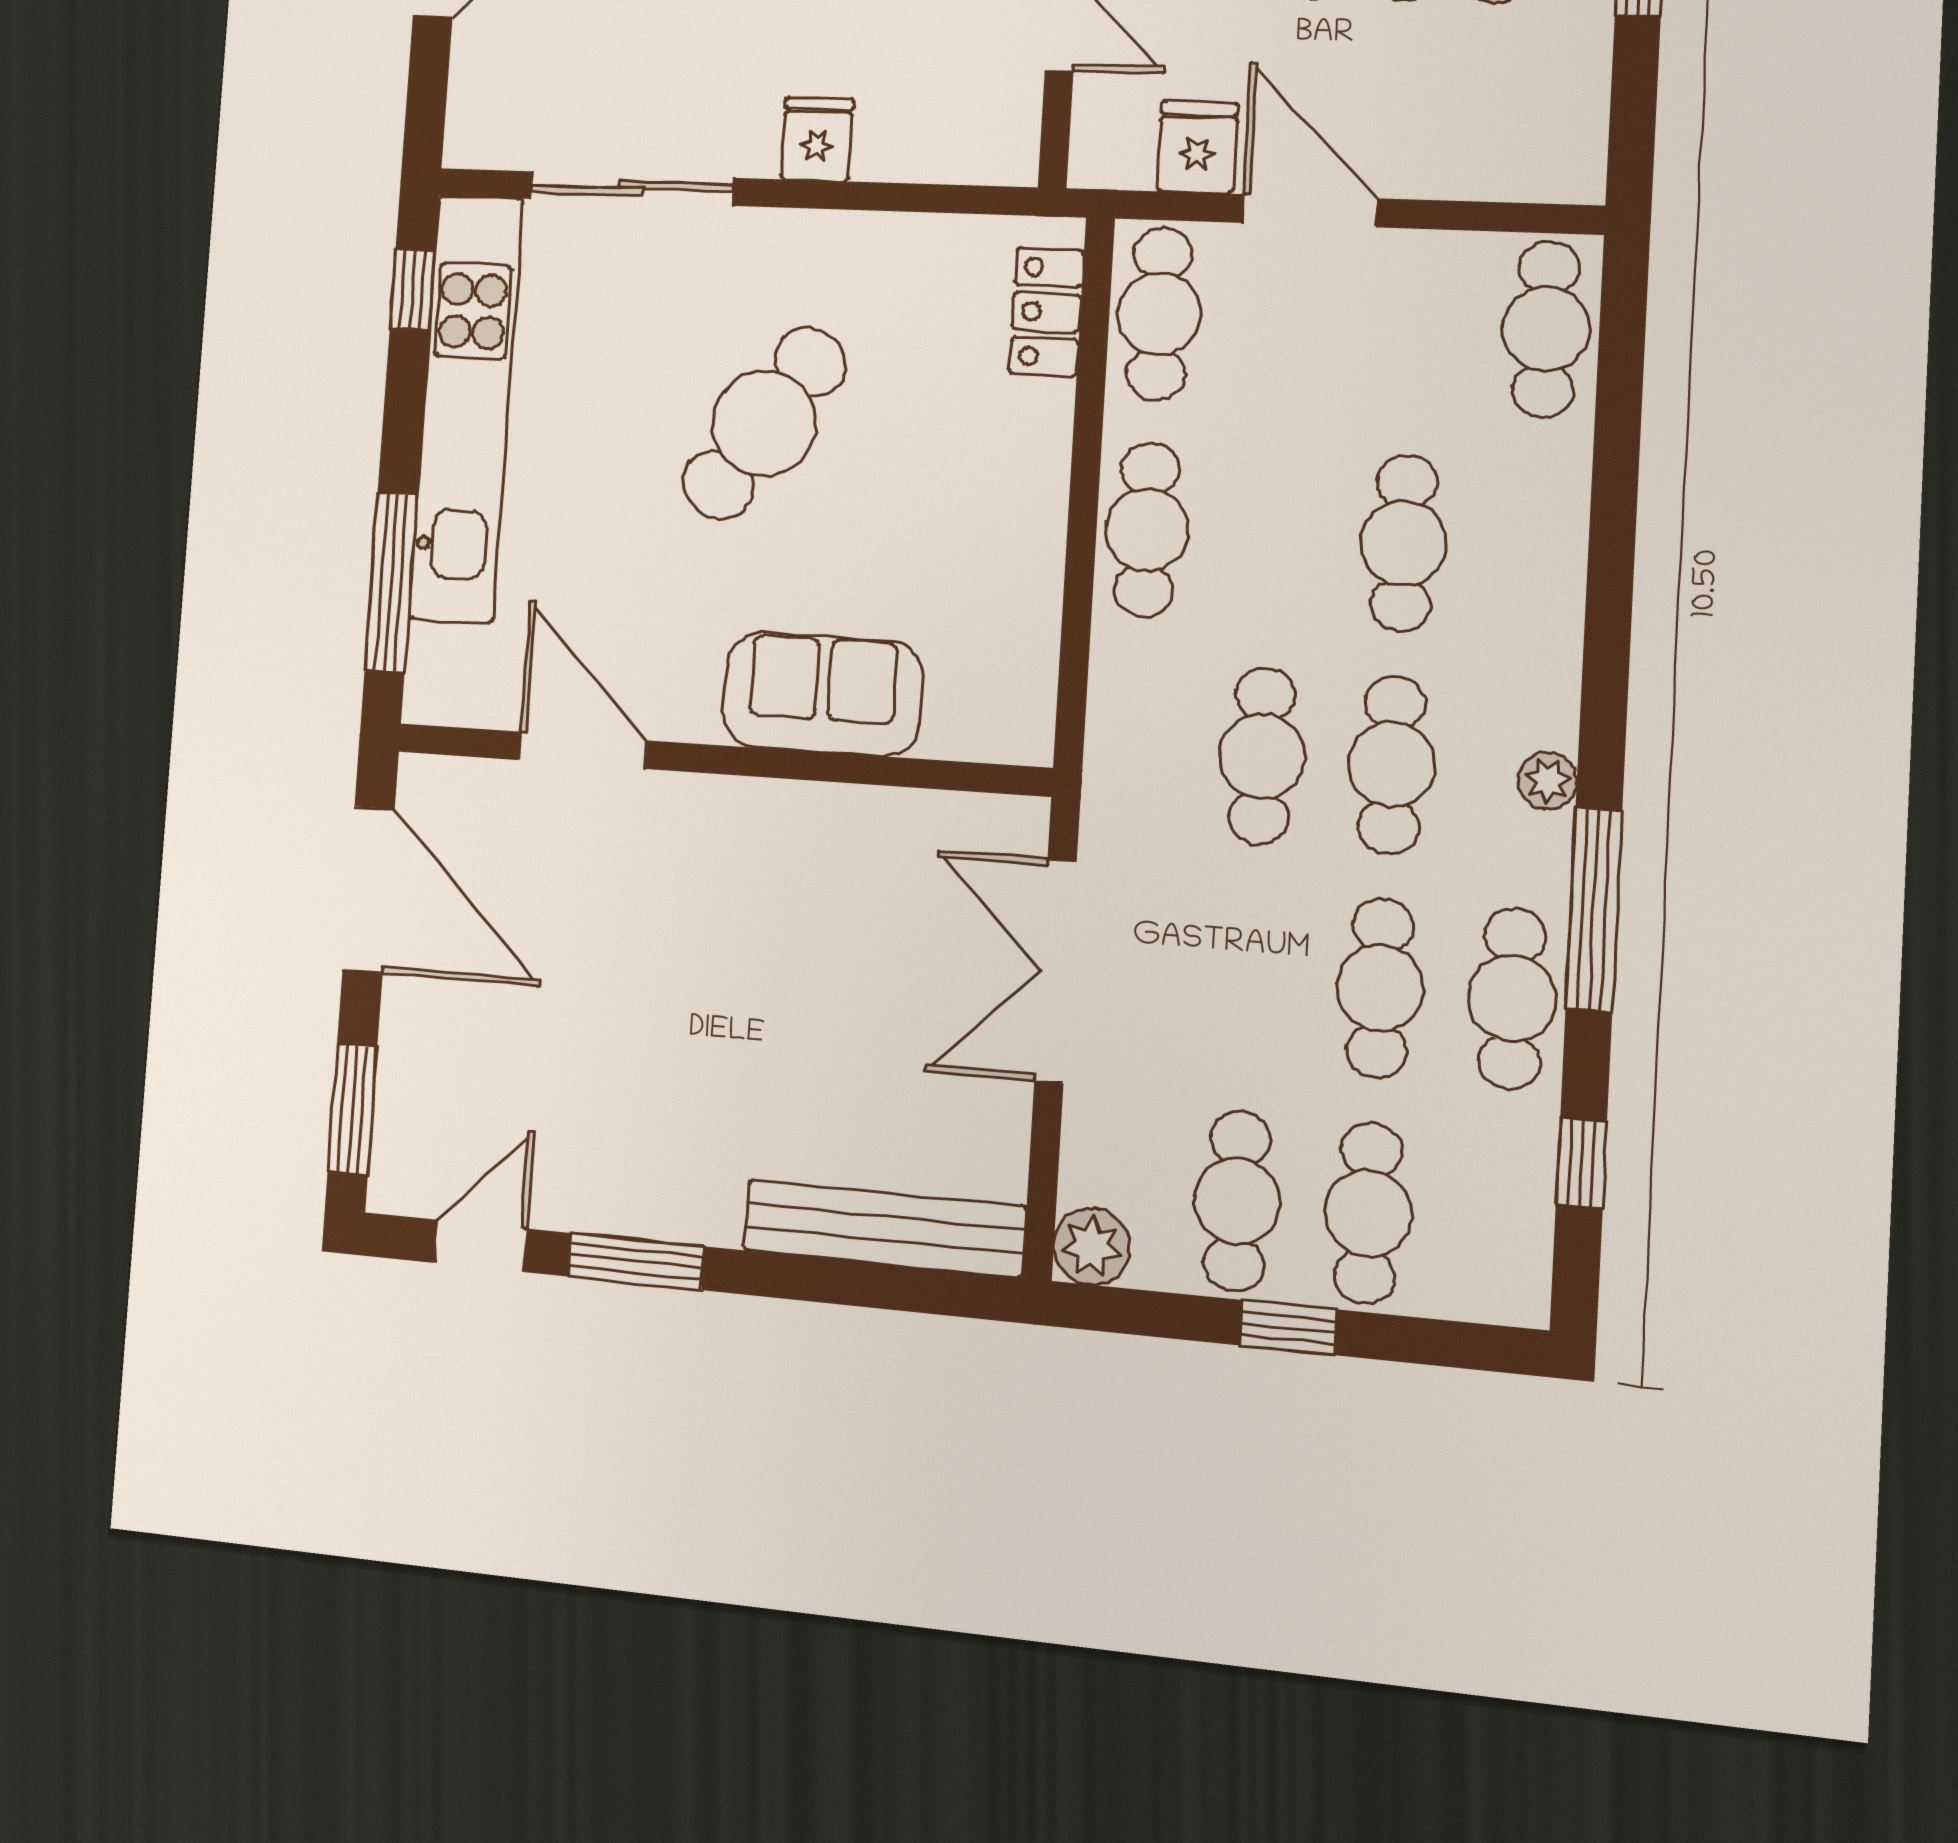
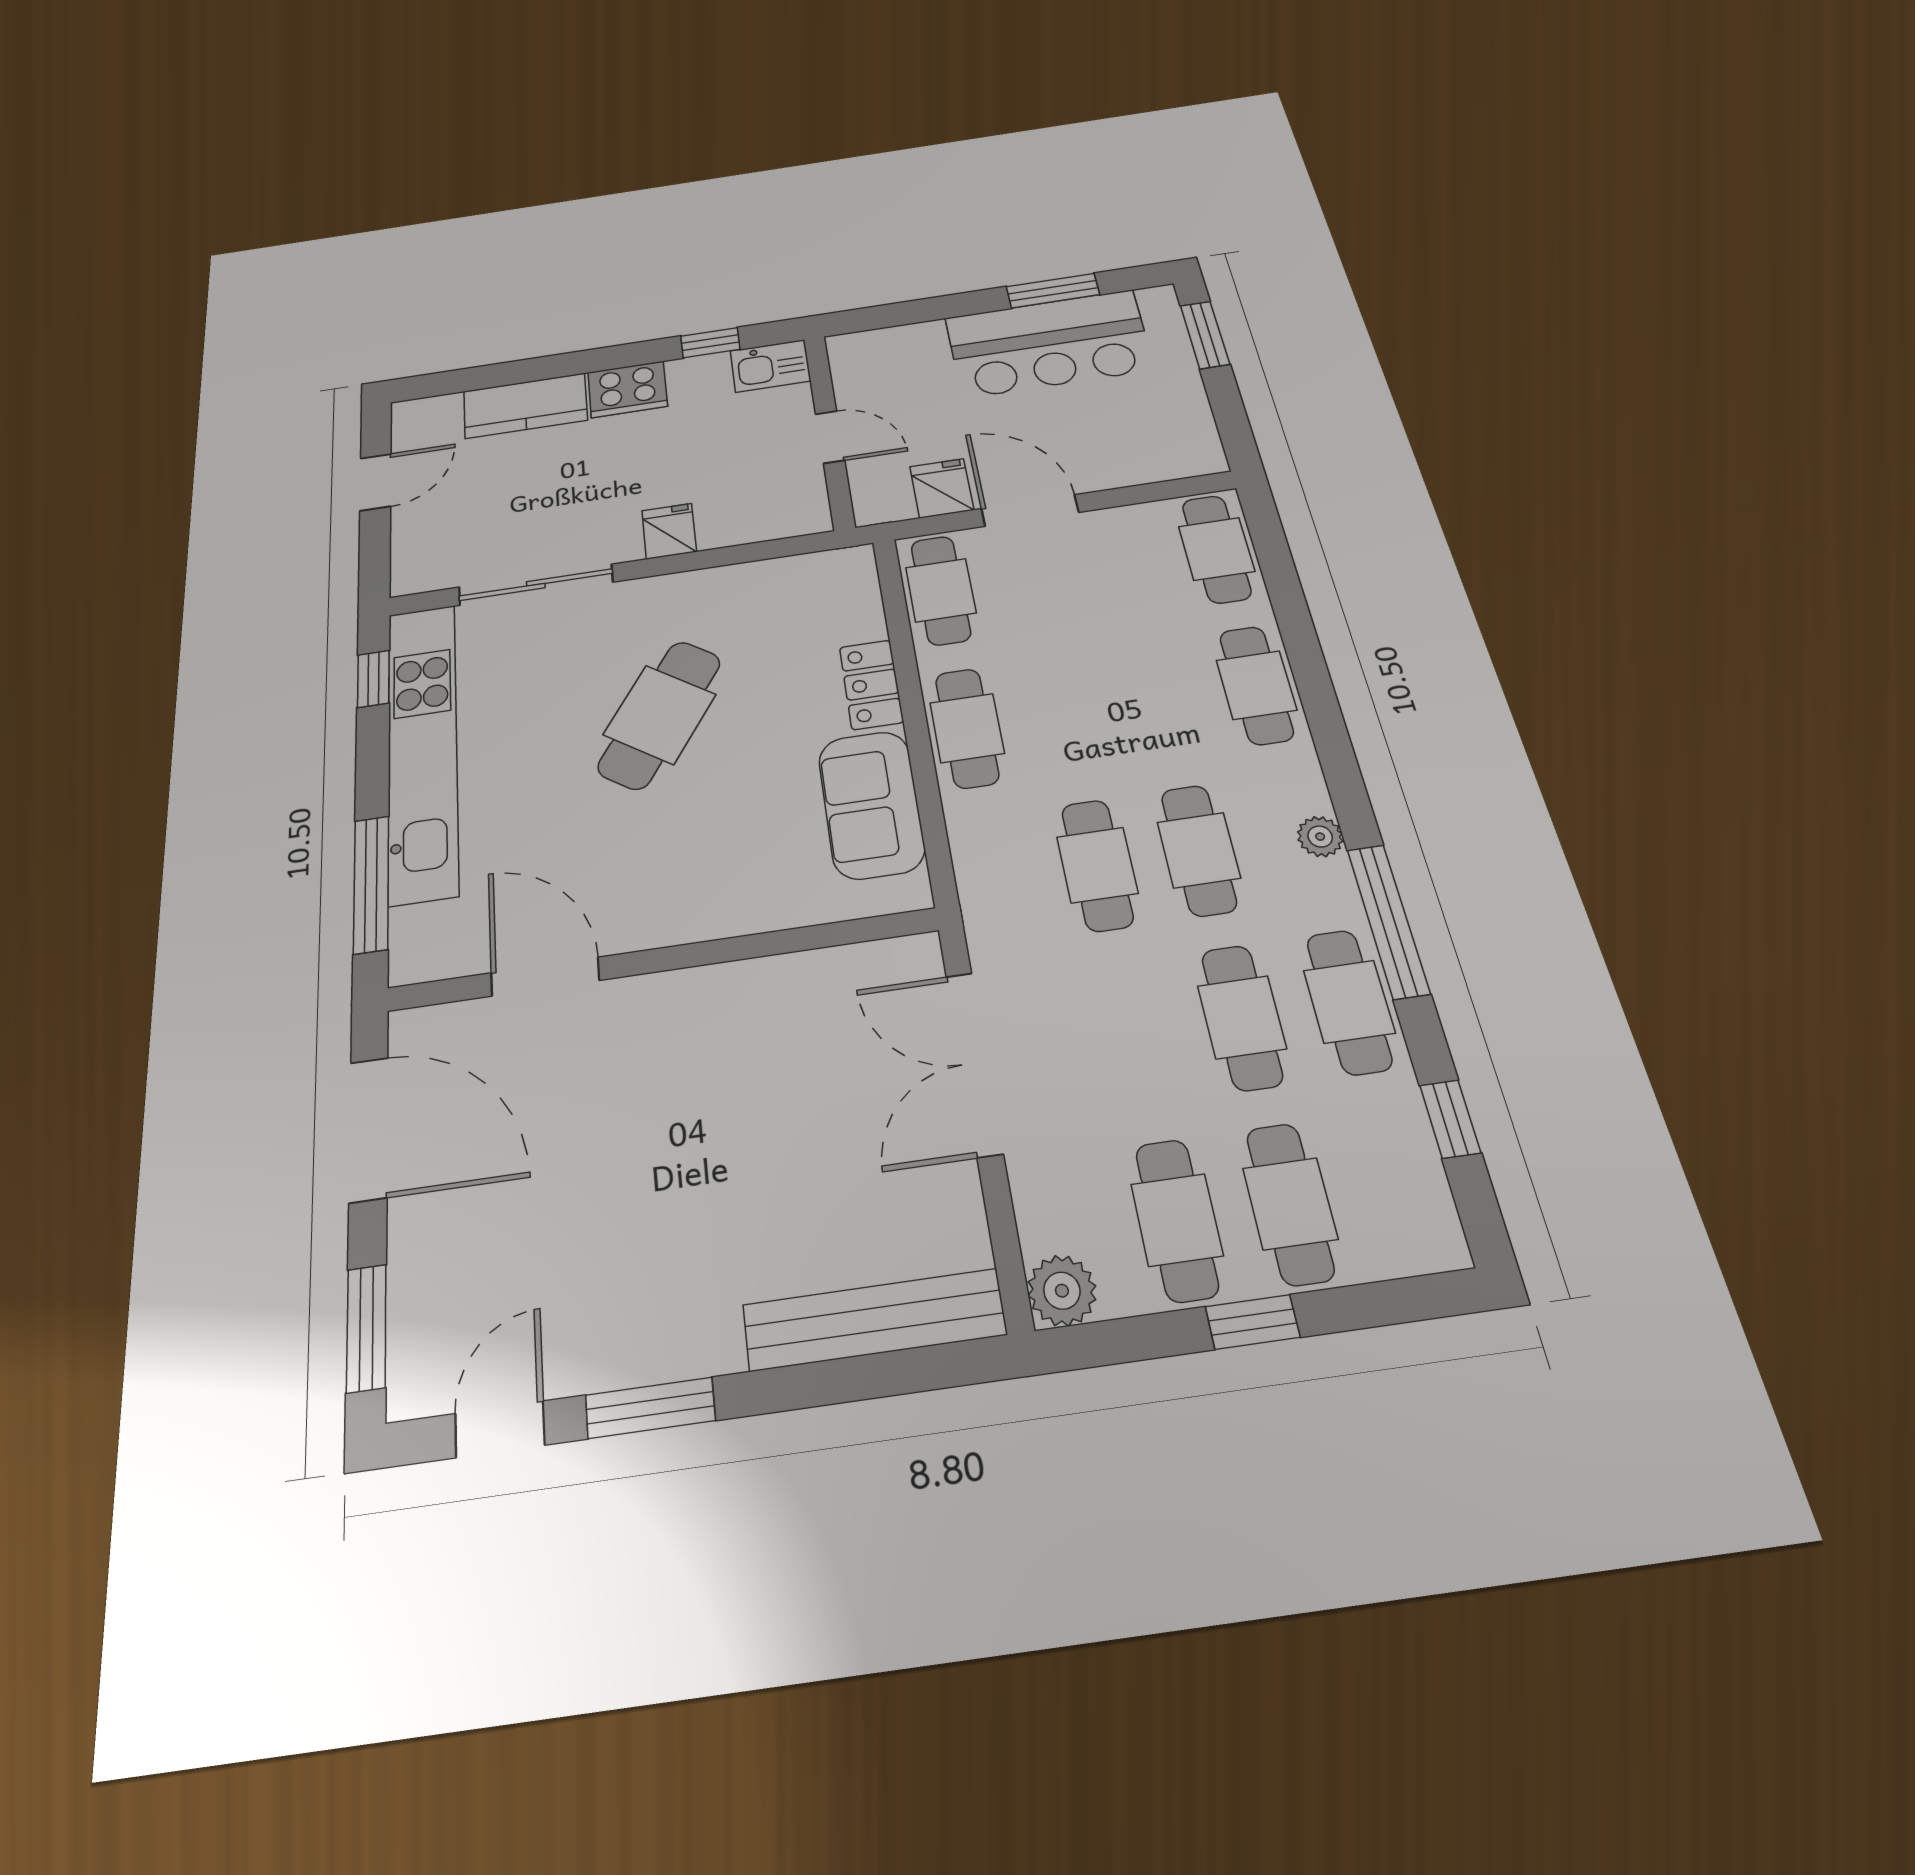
locker: (1047, 312) -> (871, 685), moved
cafe table: (1404, 543) -> (1256, 685), moved
sofa: (823, 694) -> (871, 804), moved, turned -90

